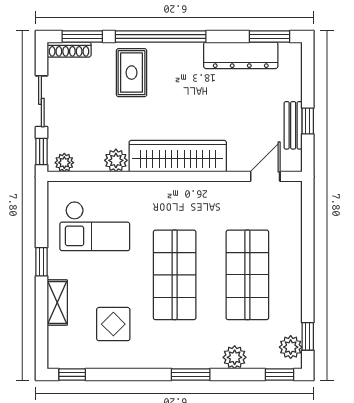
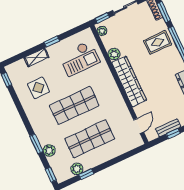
door: (265, 176) -> (139, 126), hinge flipped
checkout: (95, 226) -> (79, 58), turned -90
window: (308, 336) -> (86, 174), moved
plant: (291, 347) -> (77, 169), moved
window: (191, 375) -> (36, 144), moved

